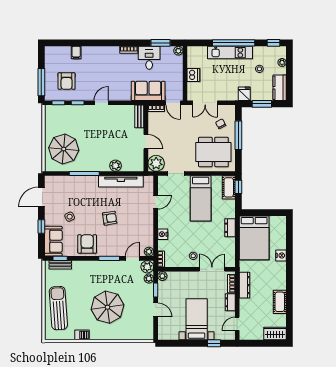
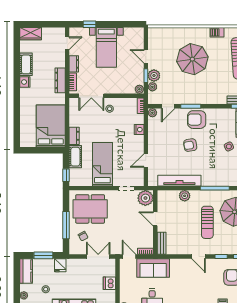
door: (101, 103) -> (198, 256), hinge flipped
sun lounger: (92, 138) -> (207, 222), added
cot: (229, 187) -> (75, 157), moved
armchair: (87, 244) -> (197, 120), moved, turned 90
nightstand: (281, 255) -> (25, 82), moved
plant: (147, 267) -> (154, 76), moved

